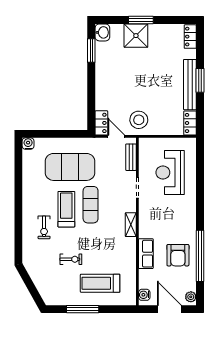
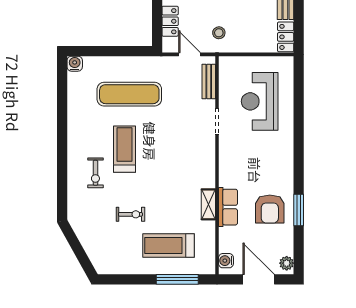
stool: (139, 120) -> (219, 33), width x0.53, depth x0.53
locker: (101, 123) -> (170, 21), moved
exercise mat: (70, 167) -> (129, 94), width x0.68
exercise mat: (91, 205) -> (156, 143), removed
shelving: (131, 225) -> (208, 204), moved
window: (200, 256) -> (299, 210), width x0.47
window: (83, 309) -> (177, 279), moved

